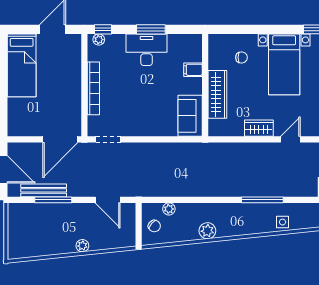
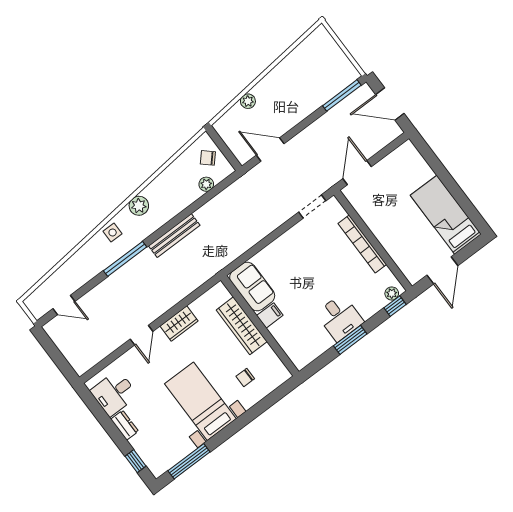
desk: (147, 50) -> (340, 318), width x0.73
filing cabinet: (193, 70) -> (270, 315), moved
door: (60, 139) -> (357, 173), width x0.73
bench: (44, 190) -> (174, 236), moved
window: (53, 200) -> (342, 95), moved
side table: (283, 222) -> (113, 233), moved
plant: (207, 231) -> (139, 206), moved
plant: (82, 246) -> (248, 101), moved

